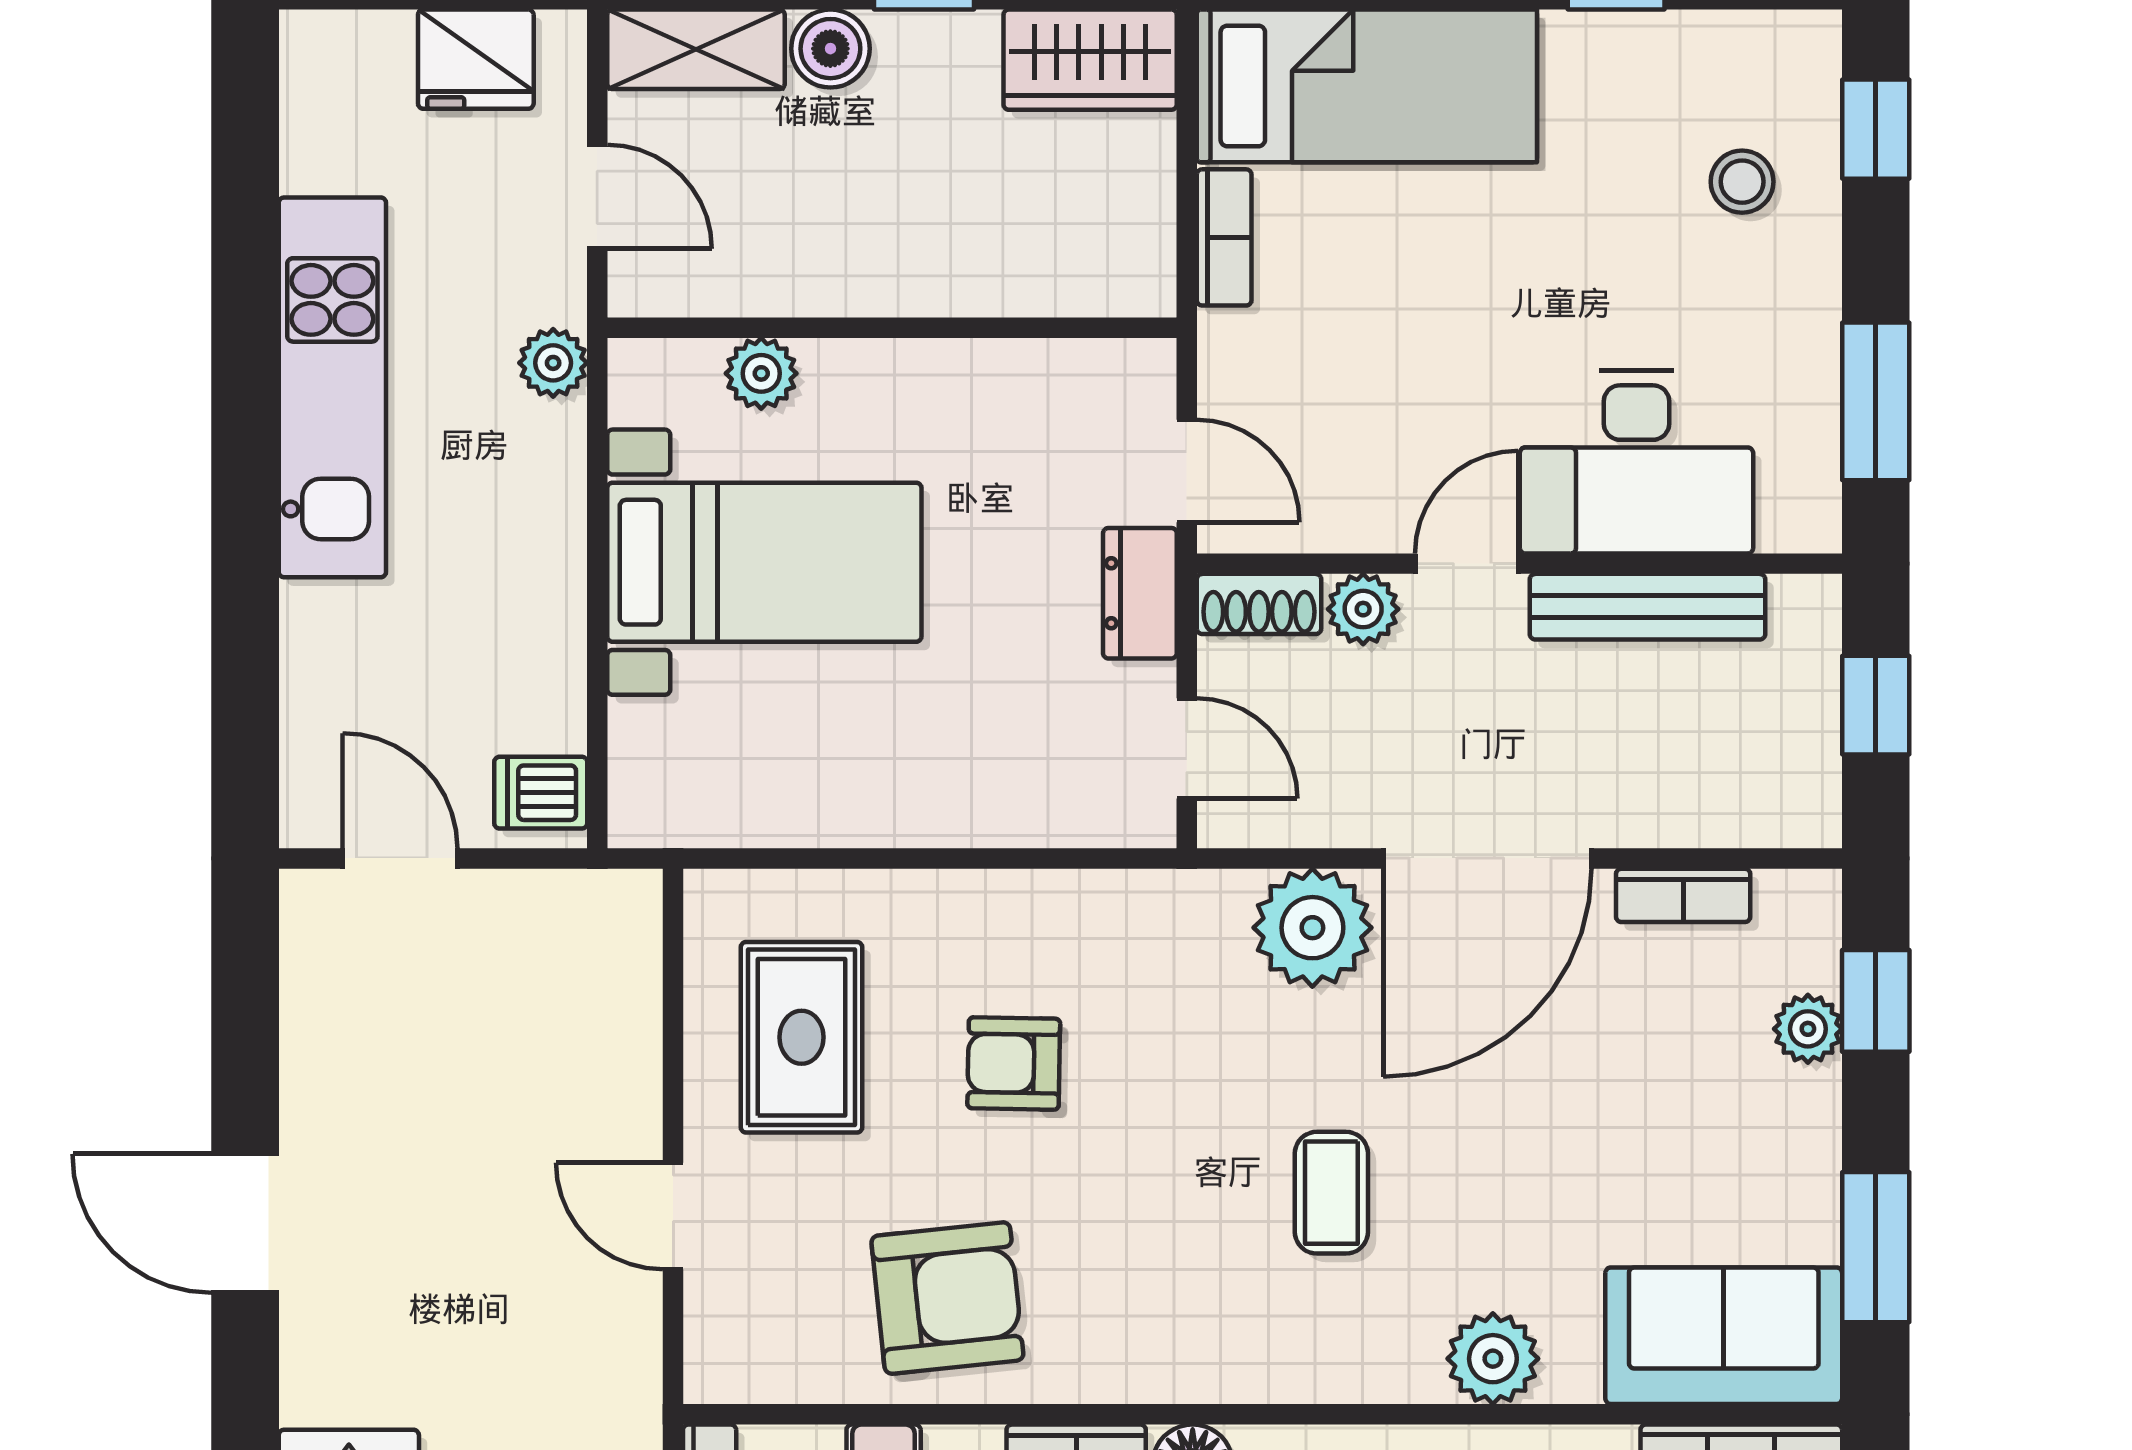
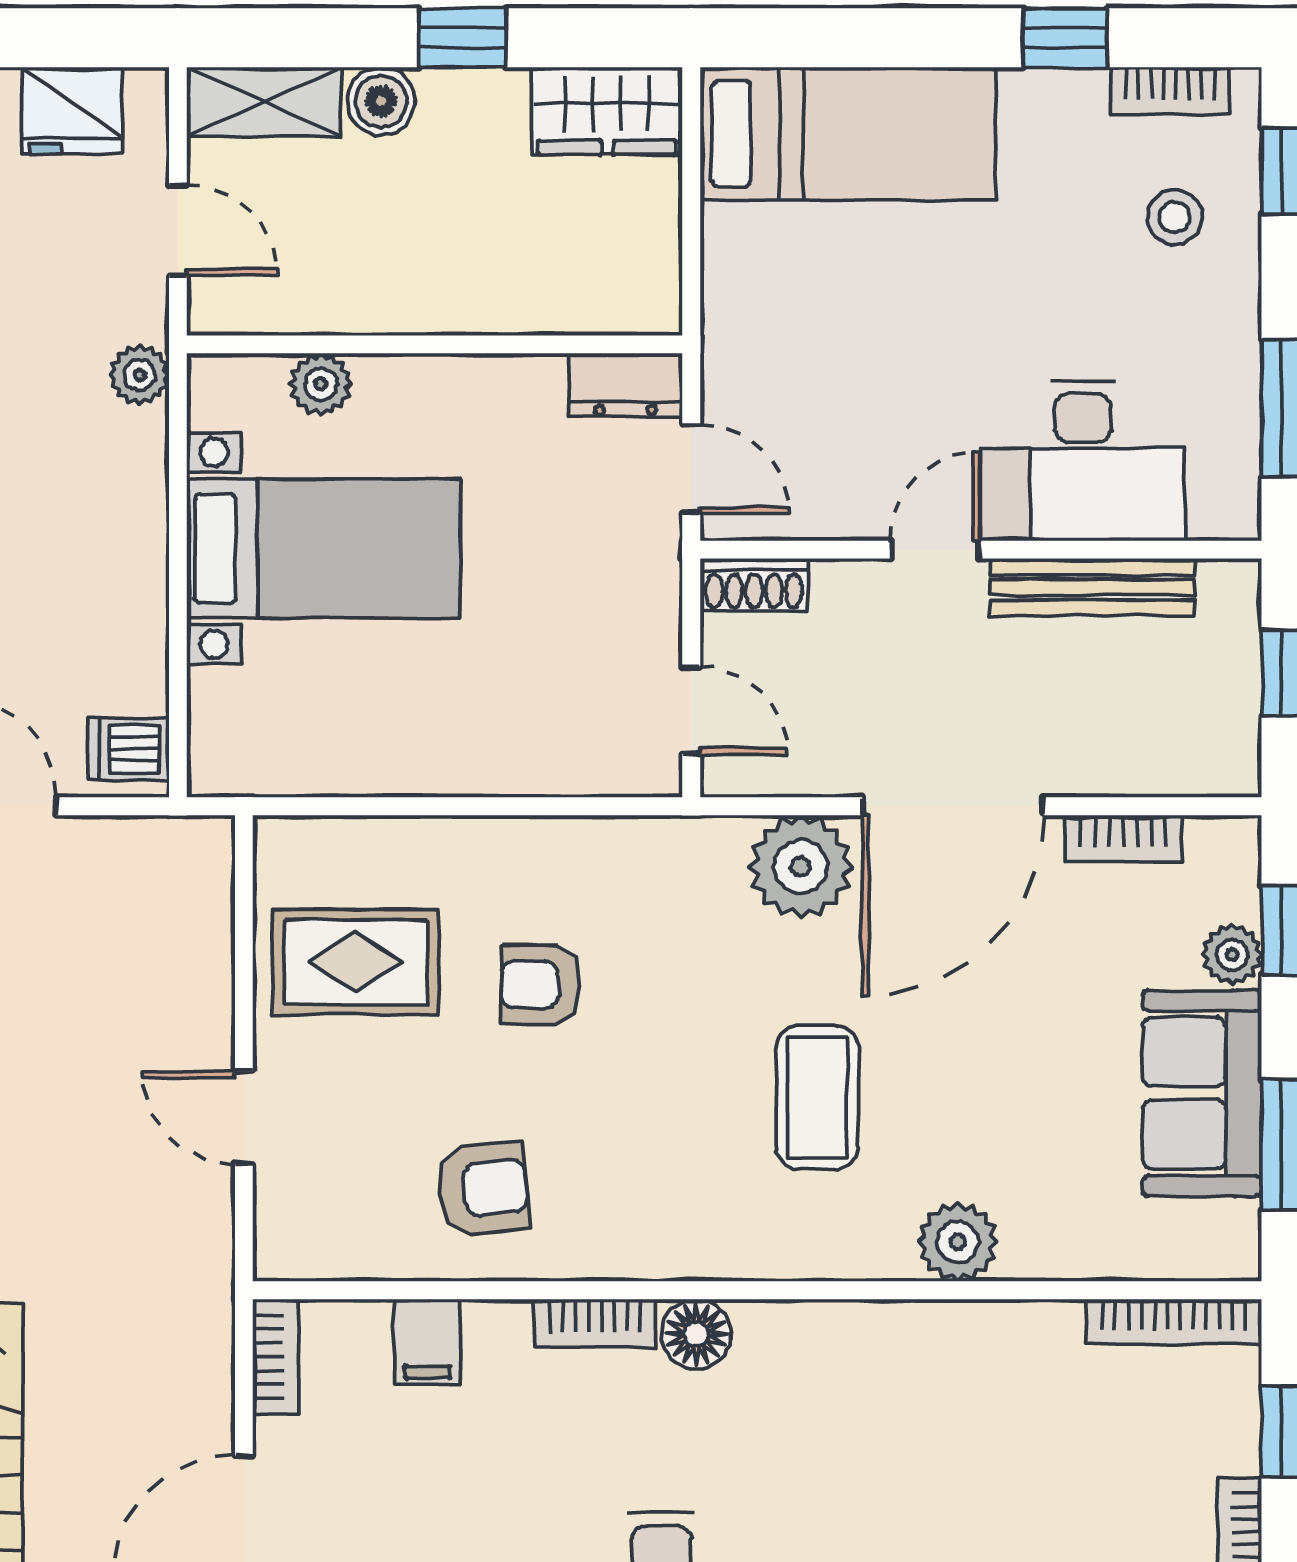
bookcase: (1224, 237) -> (1170, 91), moved, turned 90
dresser: (1140, 593) -> (626, 385), moved, turned -90
plant: (1363, 609) -> (845, 589), removed
rug: (802, 1037) -> (356, 962), turned 90
coffee table: (1331, 1193) -> (817, 1097), width x1.36, depth x1.30
armchair: (947, 1298) -> (483, 1189), width x0.72, depth x0.72
sofa: (1724, 1336) -> (1202, 1093), moved, turned -90

